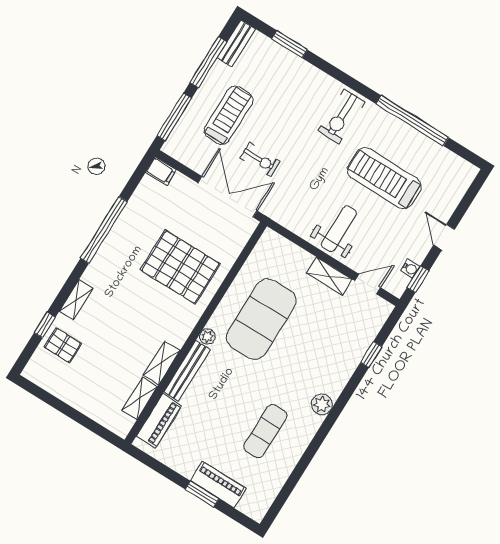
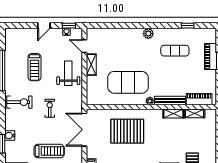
water cooler: (295, 65) -> (10, 136), added
treadmill: (228, 115) -> (49, 151), turned 180
exercise bike: (260, 160) -> (50, 108), moved
treadmill: (384, 178) -> (34, 67), width x0.73, depth x0.73
weight bench: (339, 229) -> (68, 73), turned 90
pallet: (180, 267) -> (127, 131), turned 90
window: (371, 354) -> (188, 26), moved

